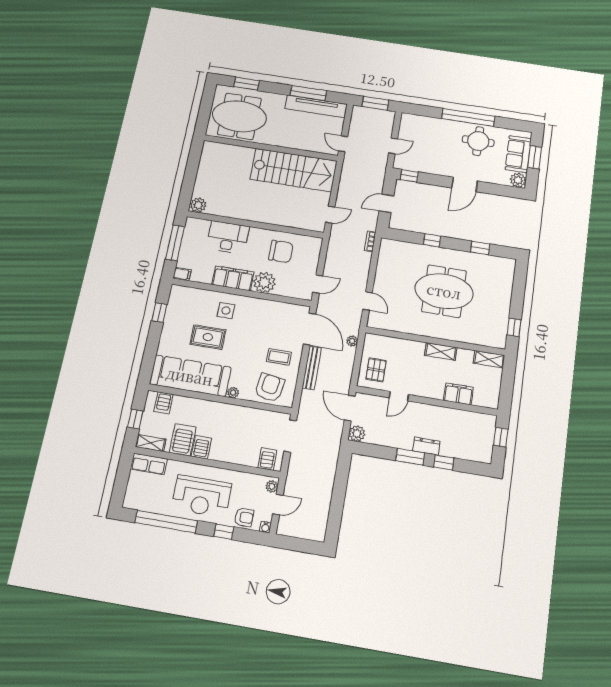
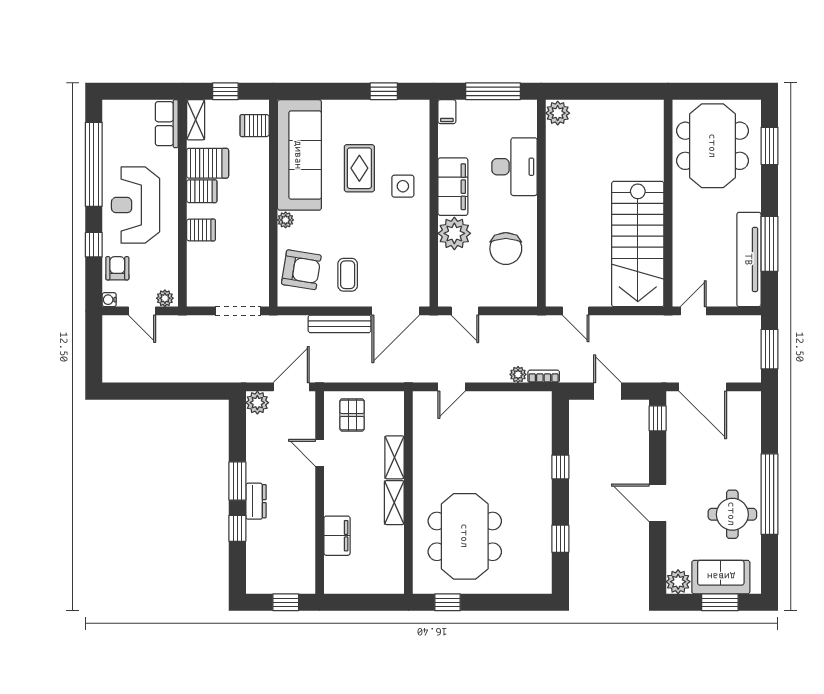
door: (393, 146) -> (703, 387), width x1.87
meeting table: (444, 291) -> (465, 536), moved
plant: (352, 341) -> (518, 374), moved
shelving: (489, 359) -> (394, 457), moved
pallet: (376, 370) -> (352, 415), turned 90
server rack: (267, 459) -> (201, 230), moved
armchair: (244, 517) -> (117, 268), turned 180

